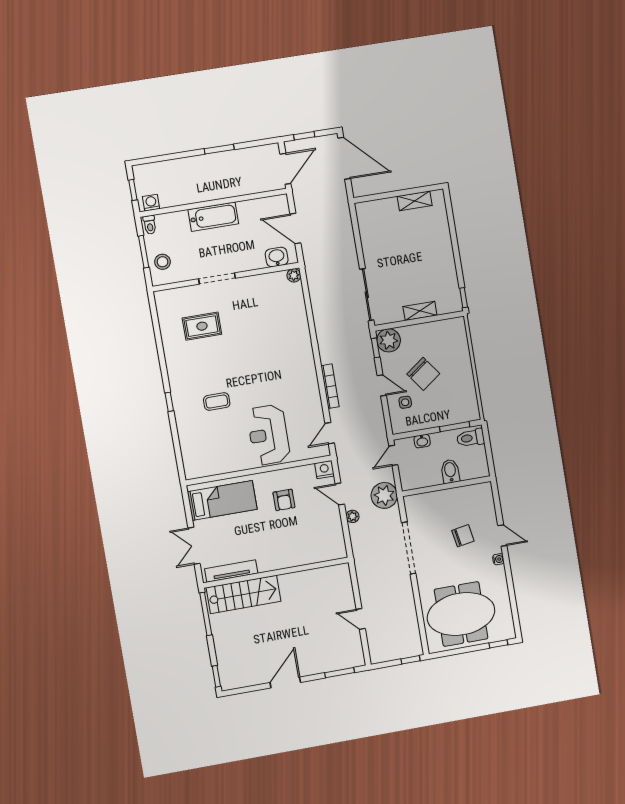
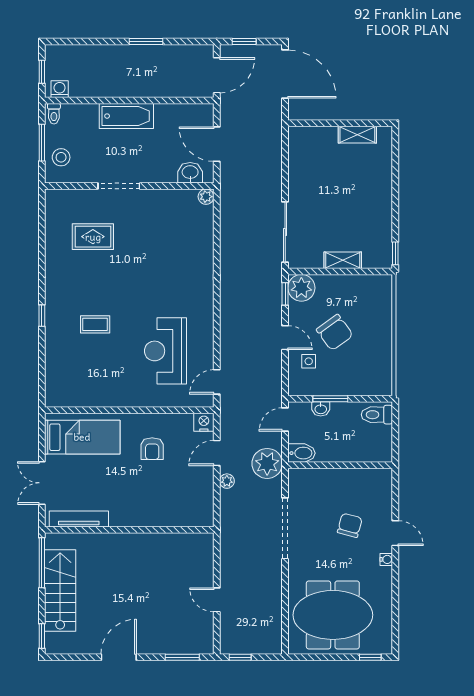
bookcase: (330, 386) -> (226, 329), removed
window: (455, 427) -> (330, 399), moved
reception desk: (268, 435) -> (165, 351), moved
bidet: (450, 471) -> (301, 453), moved, turned 90
door: (340, 494) -> (217, 453), hinge flipped
chair: (463, 536) -> (350, 525), turned -65
stairs: (243, 594) -> (60, 590), moved, turned -90
window: (410, 660) -> (240, 657), moved

